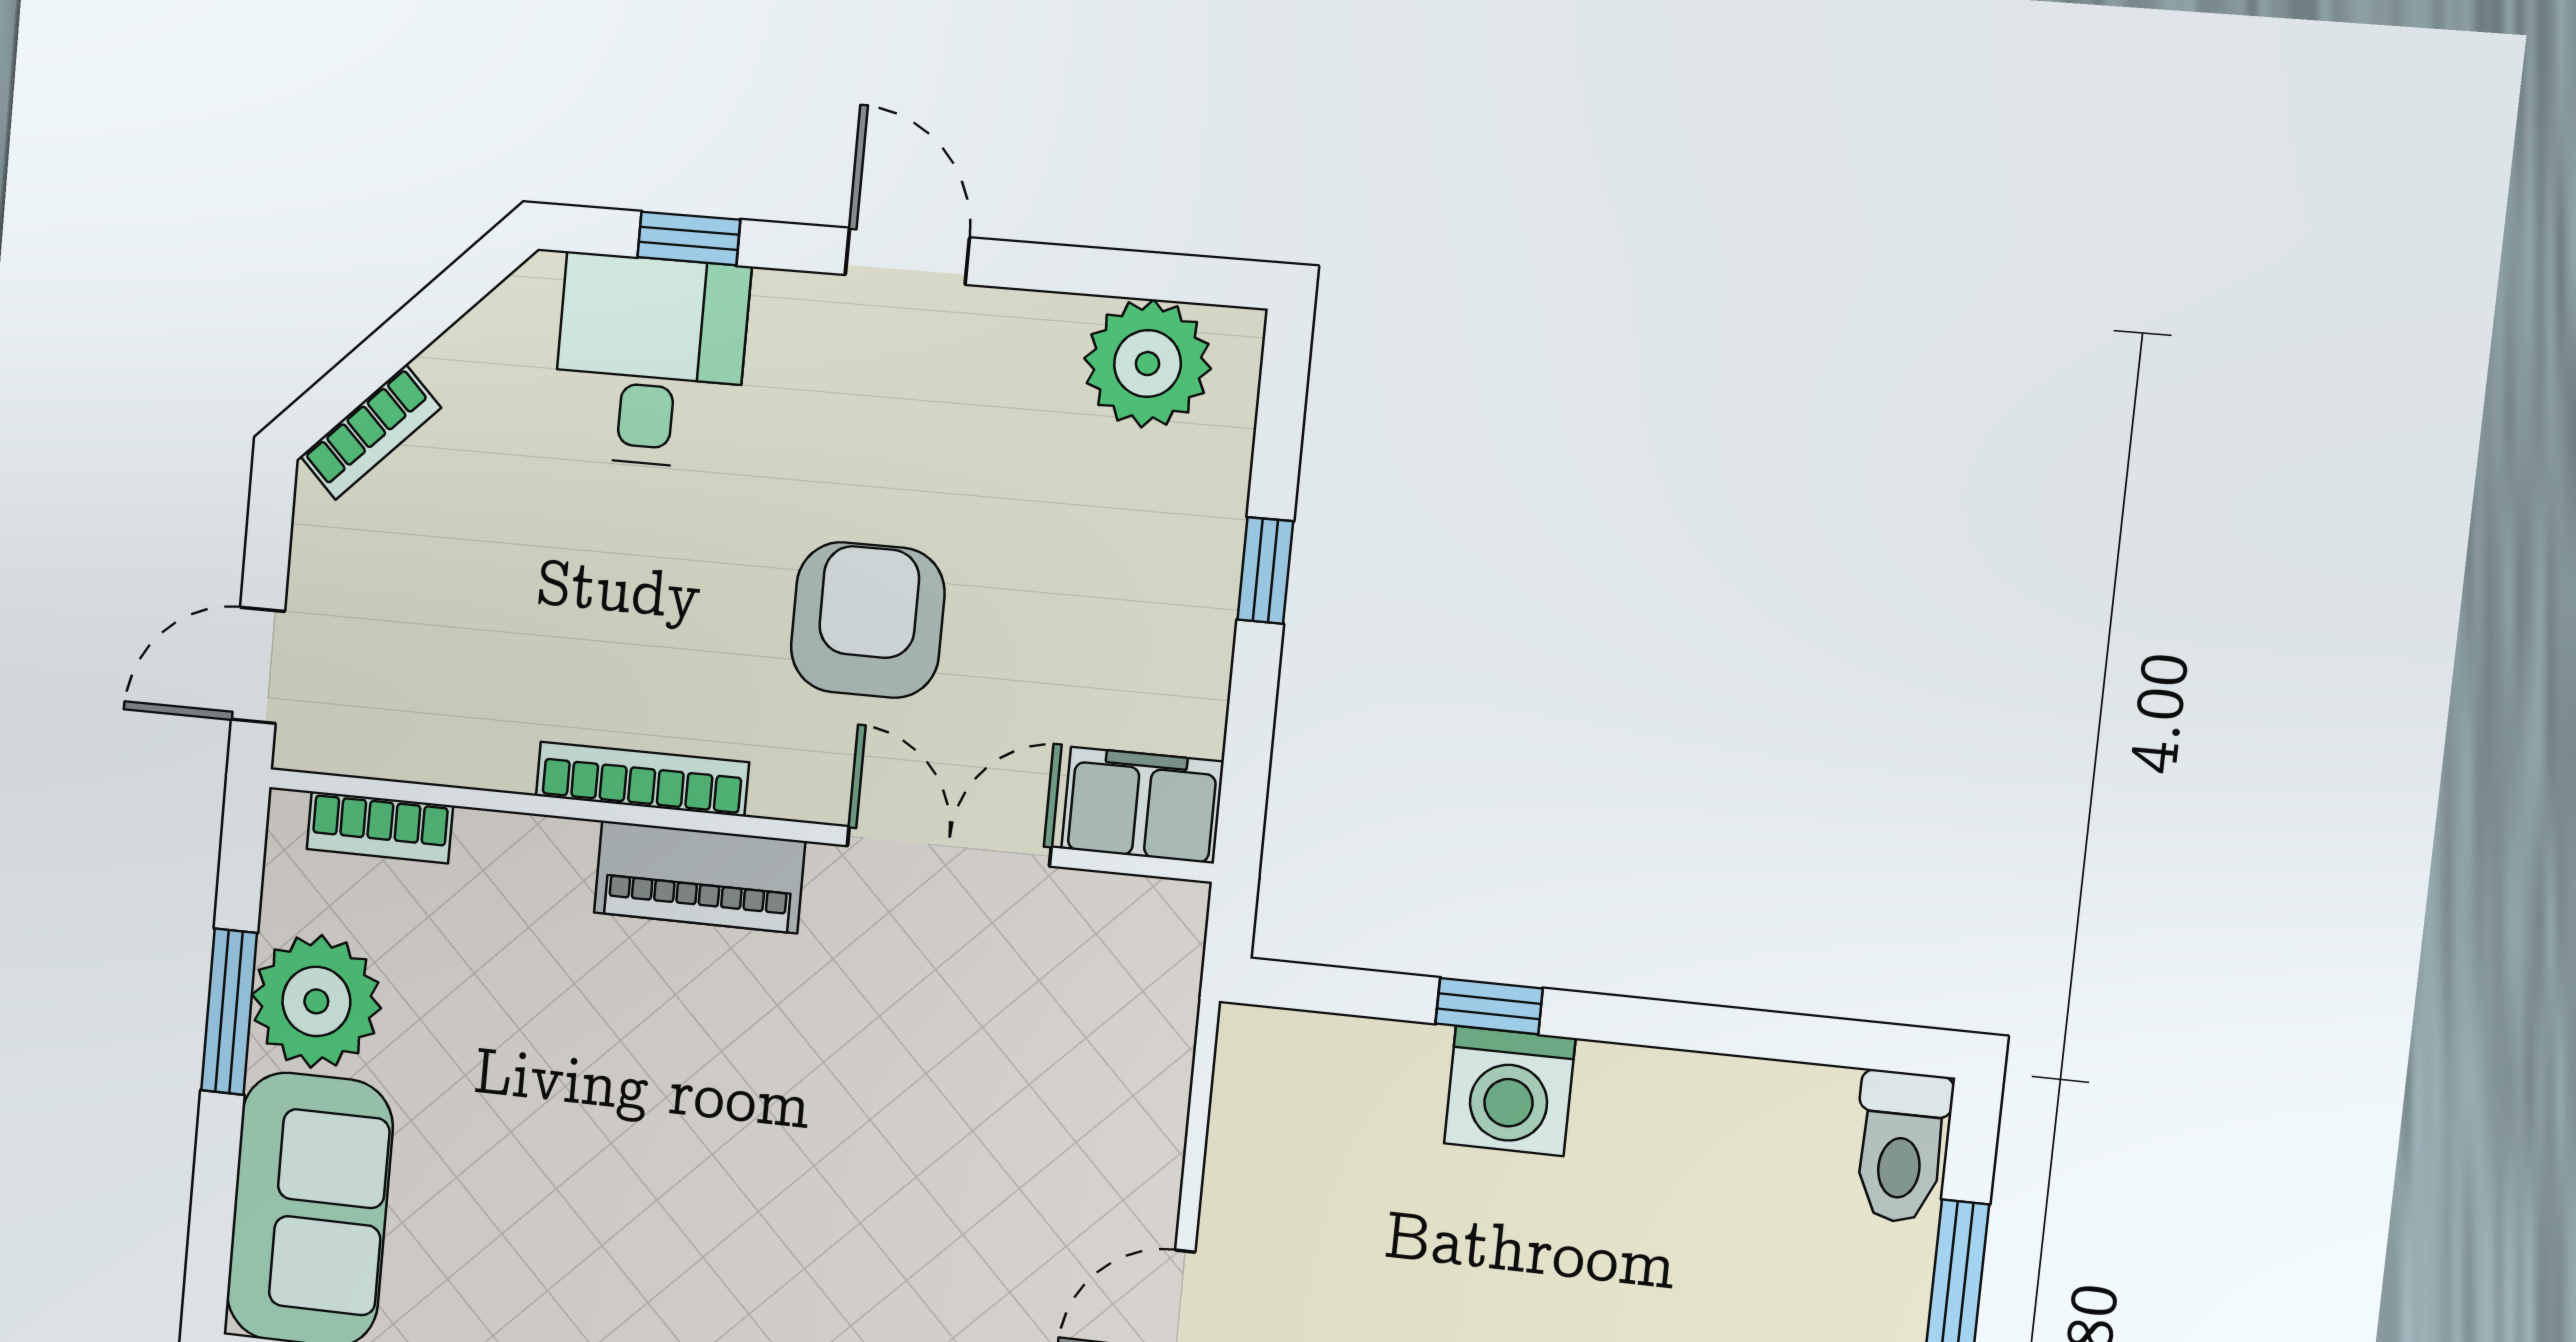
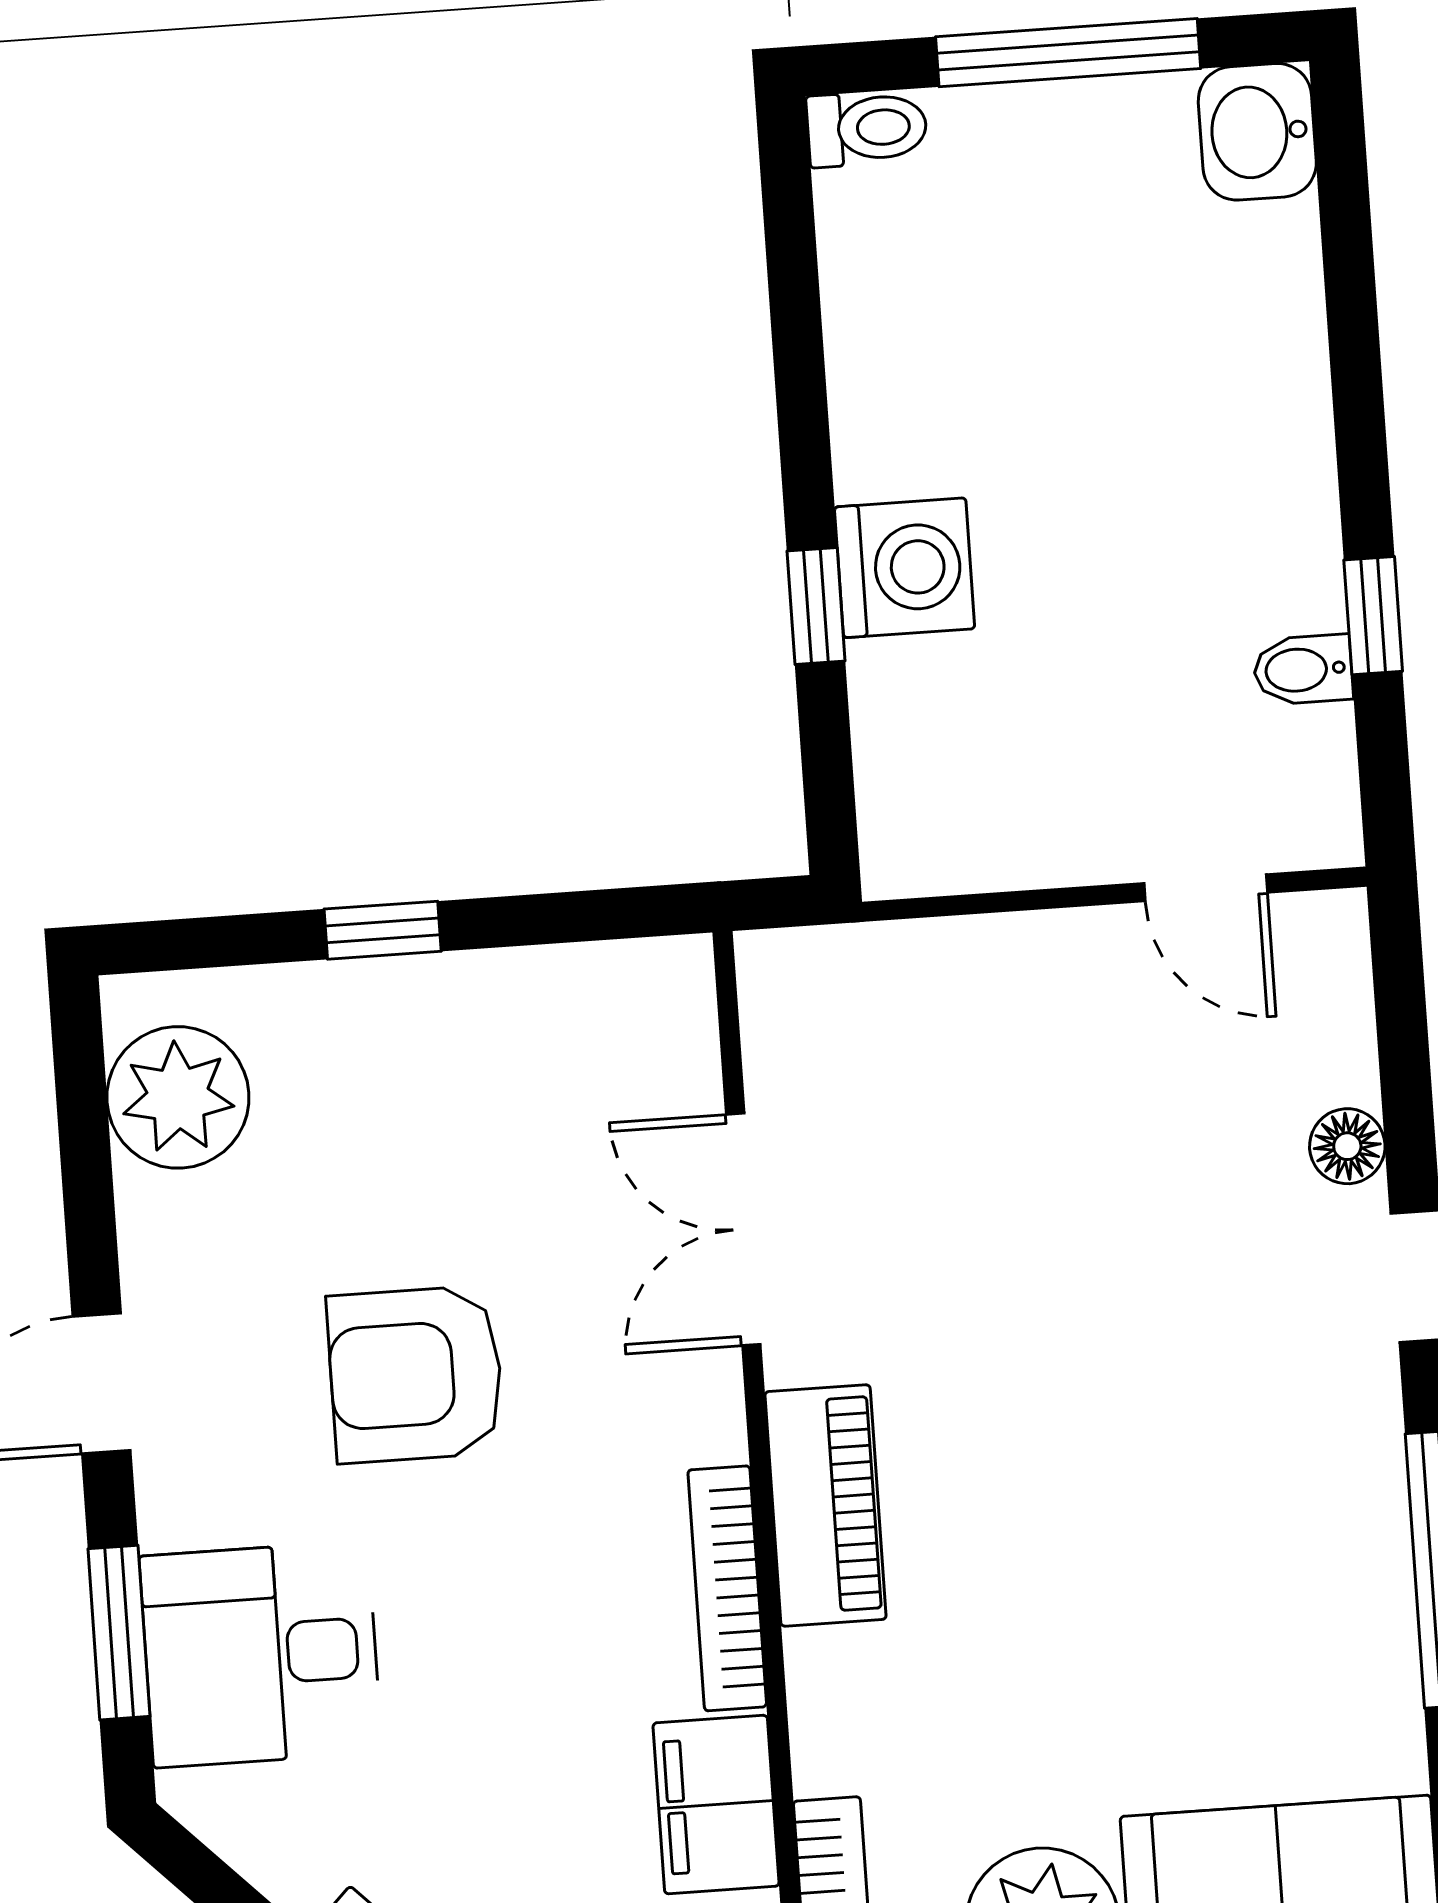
window: (689, 238) -> (119, 1633), width x1.50
armchair: (868, 620) -> (415, 1374), moved
filing cabinet: (1142, 805) -> (716, 1805), moved
toilet: (1901, 1147) -> (867, 128), width x0.73, depth x0.72

